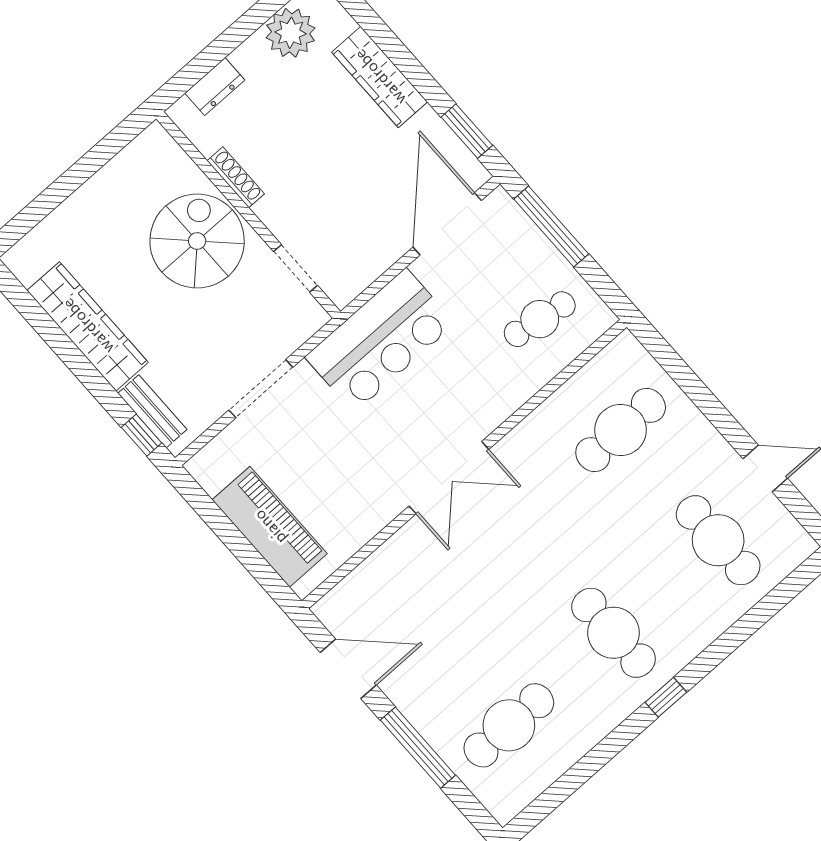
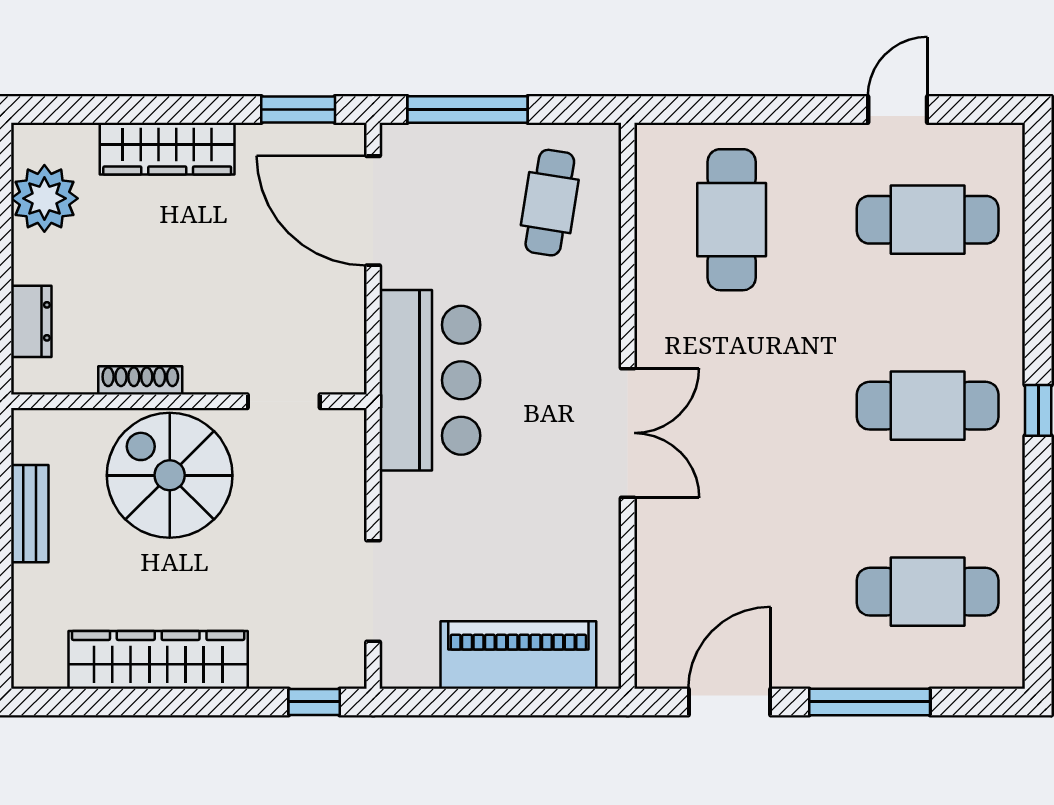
doorway: (261, 389) -> (373, 591), moved
bench: (152, 411) -> (30, 514), moved, turned 90
cafe table: (509, 725) -> (928, 592), turned 90

